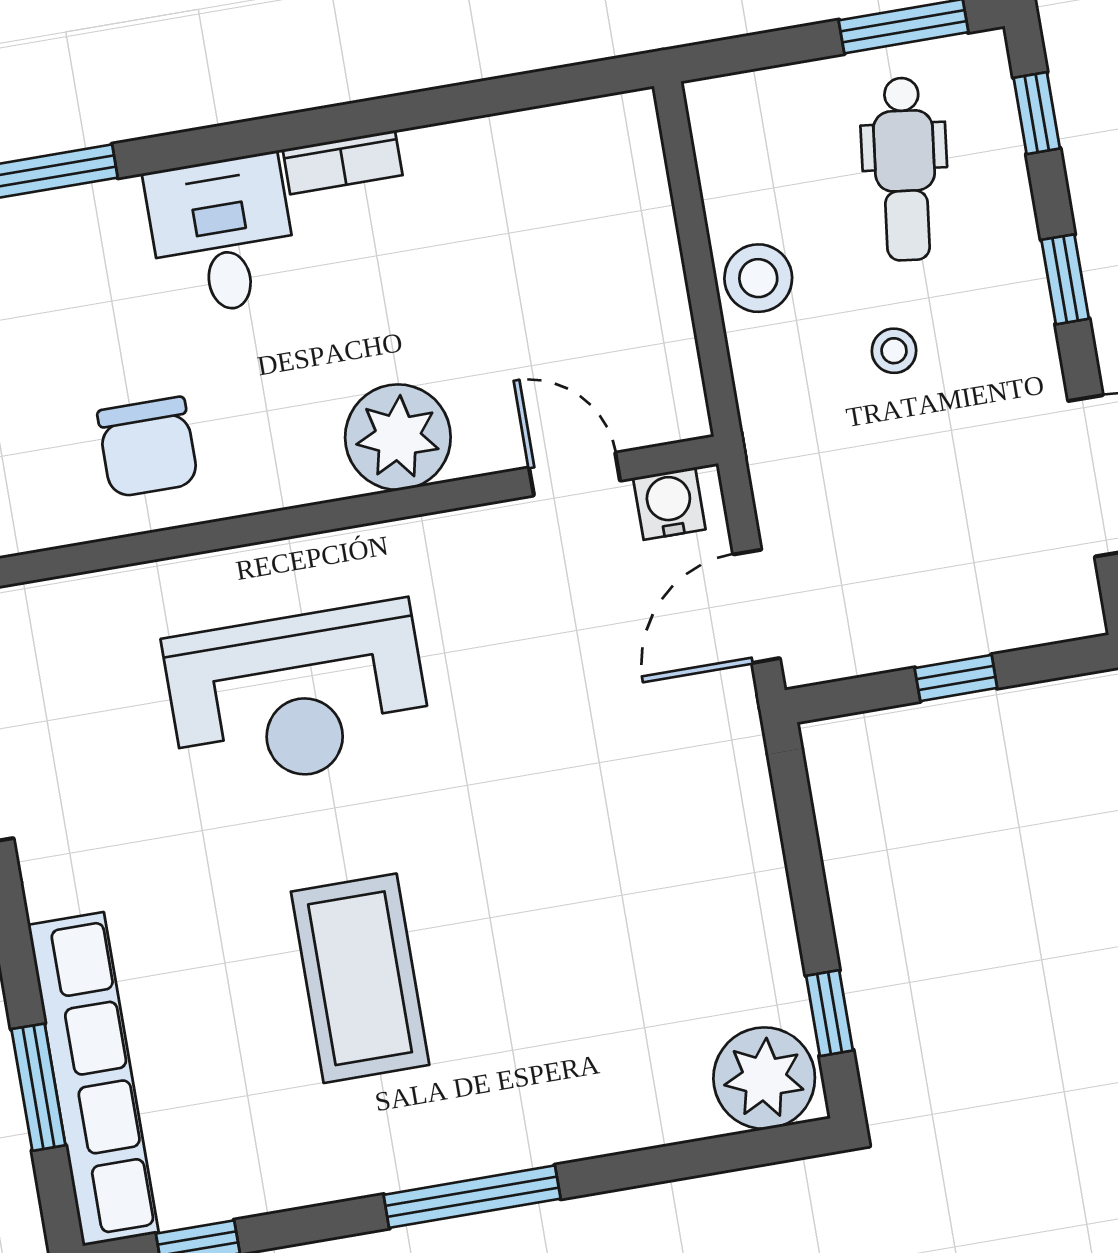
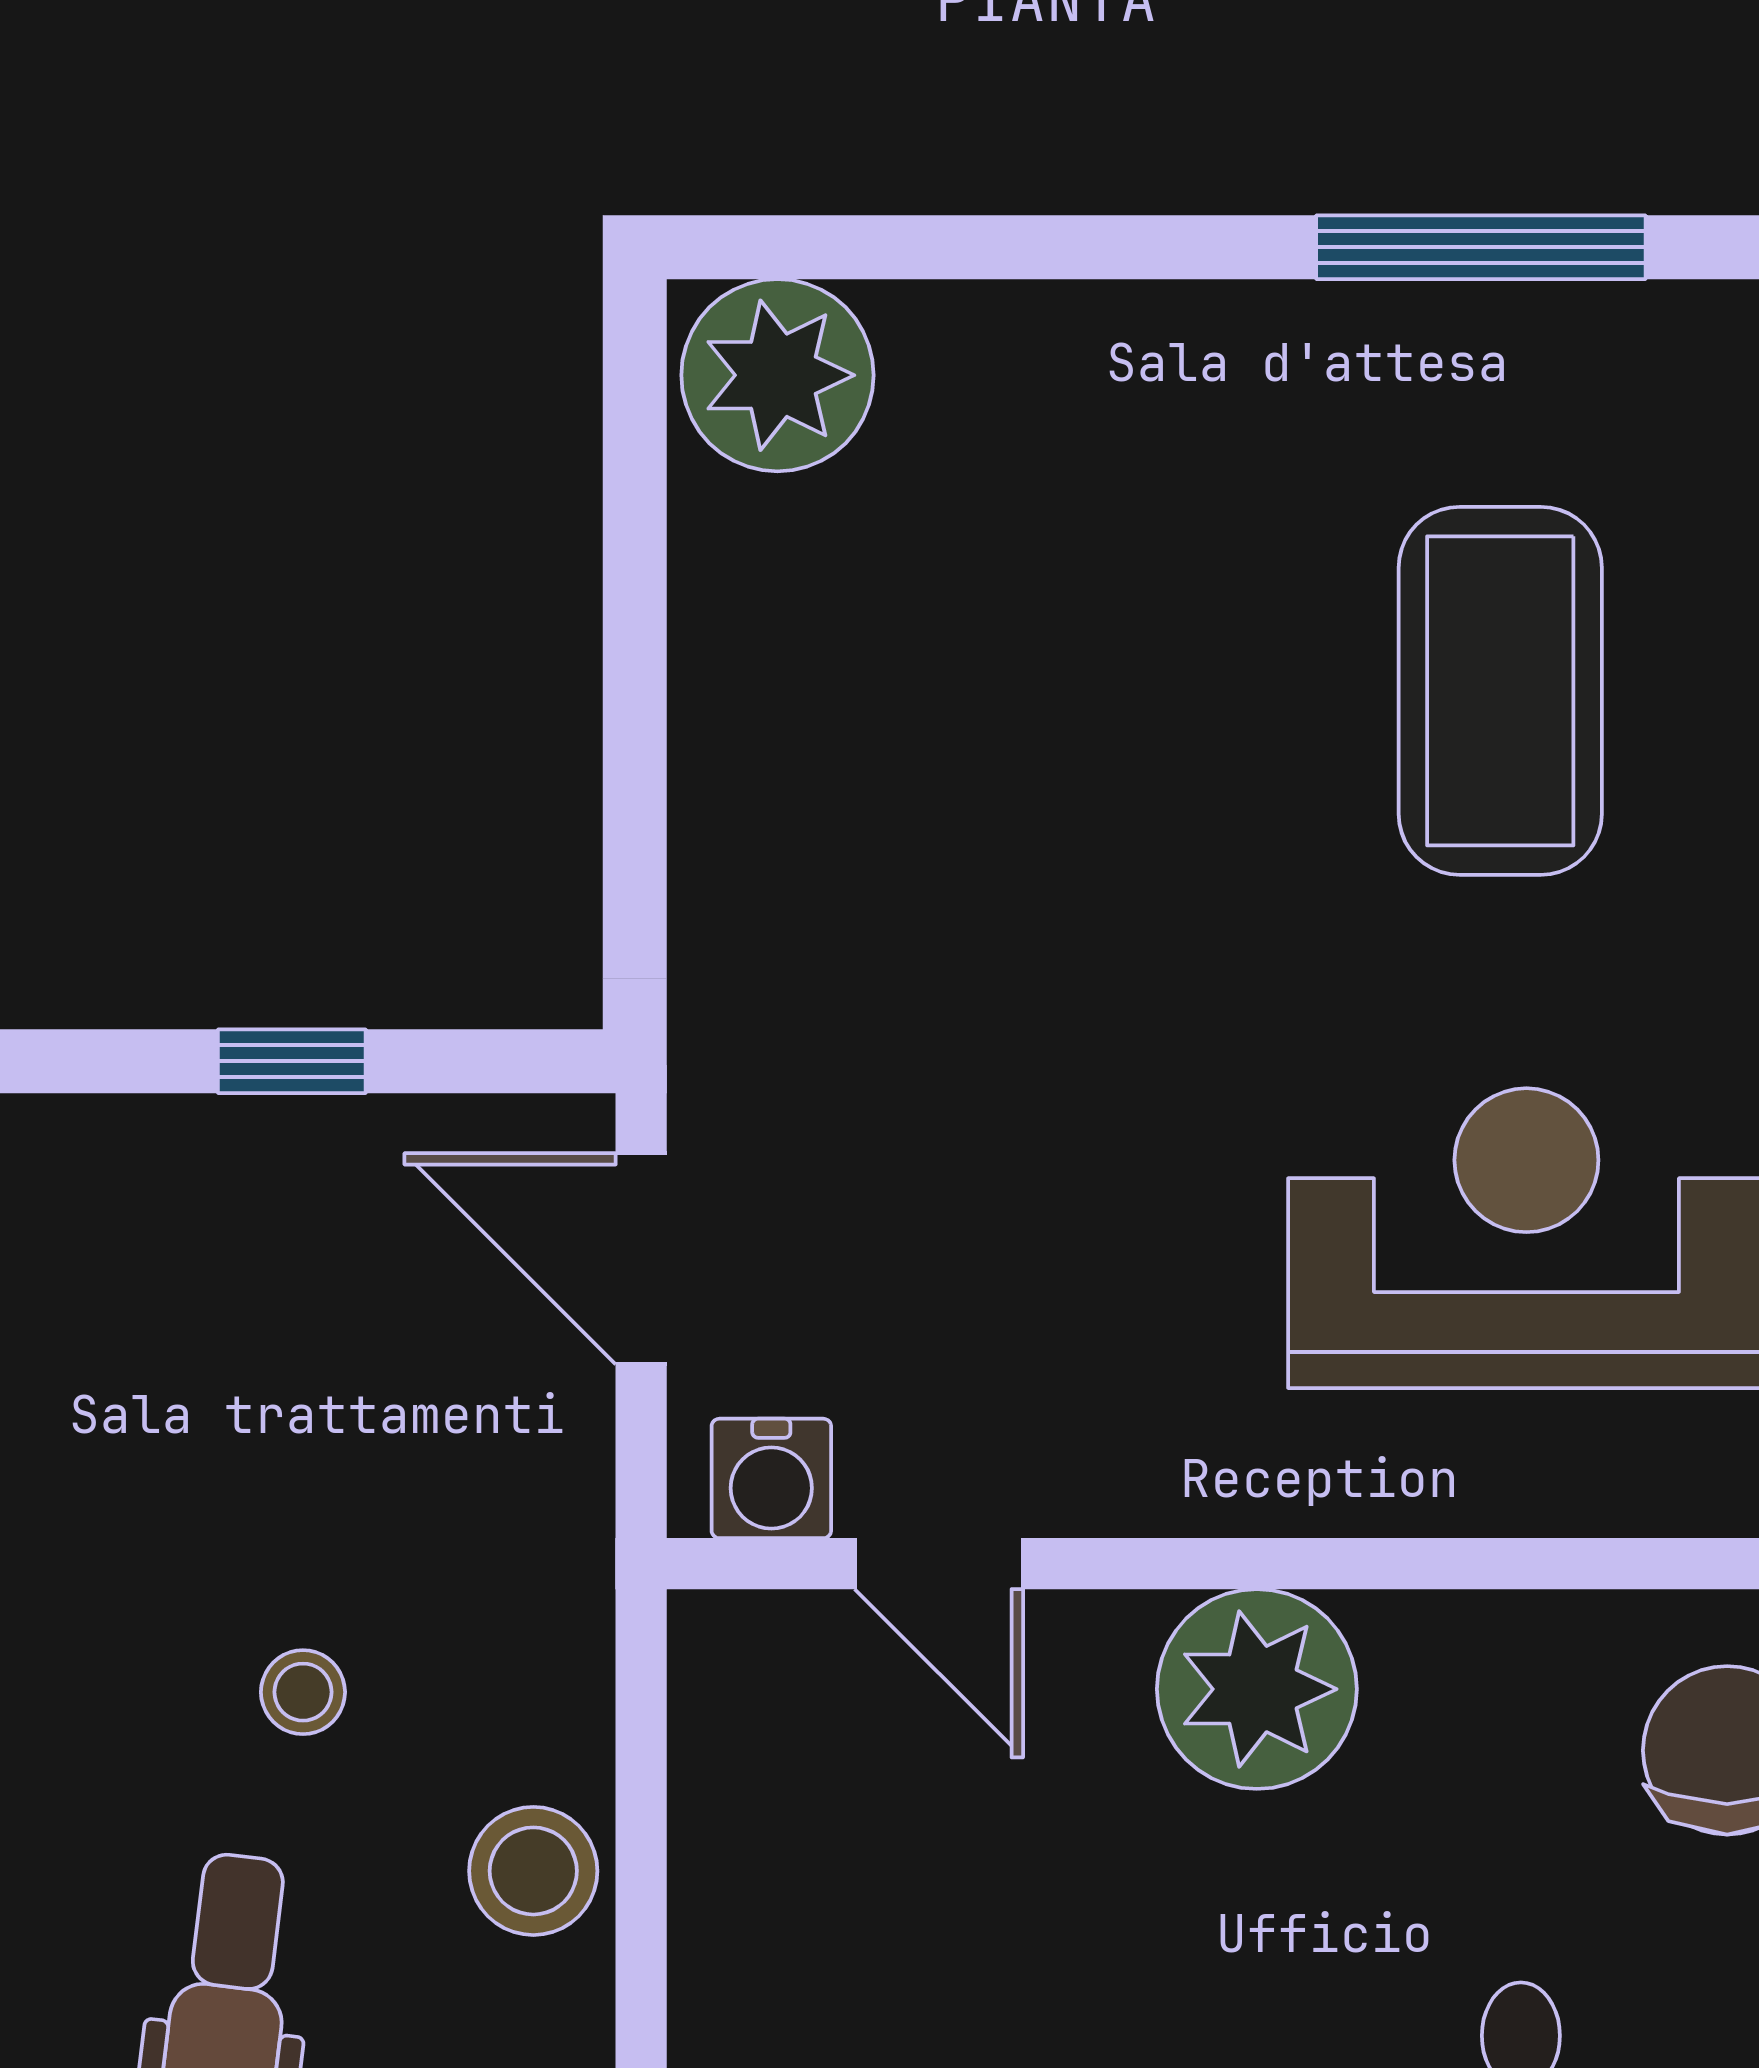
door: (757, 606) -> (641, 1259), swing flipped
window: (830, 1013) -> (635, 476), removed
window: (472, 1197) -> (1481, 247), moved

